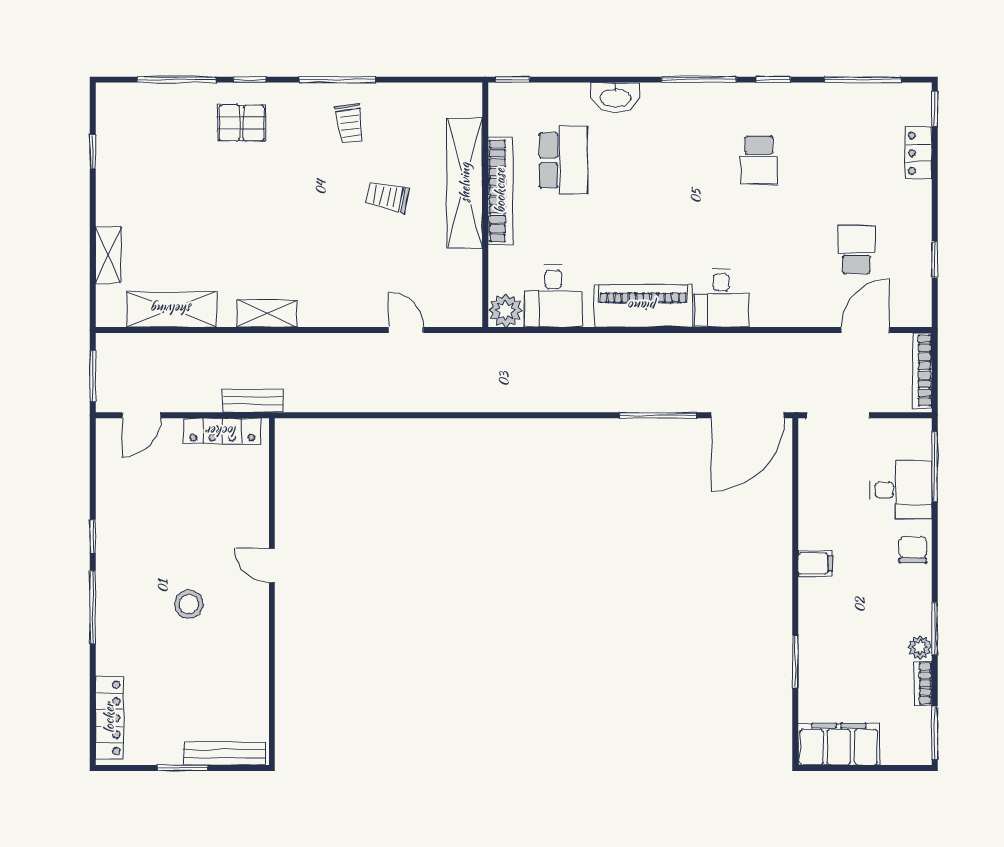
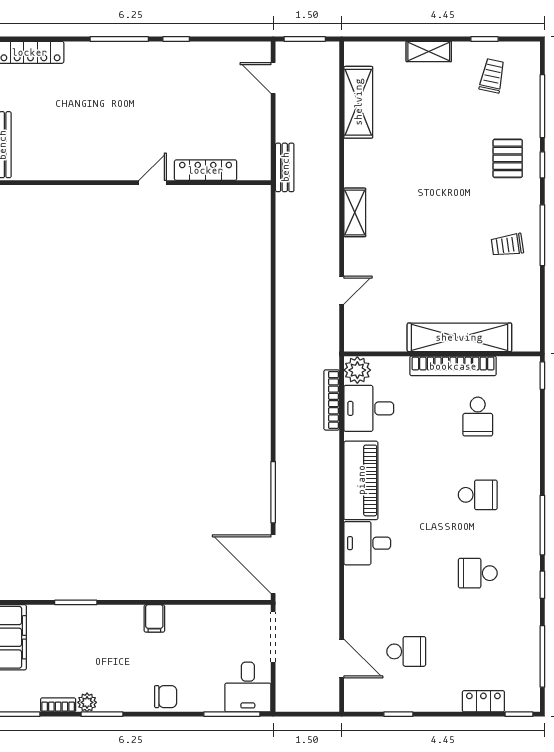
washbasin: (615, 97) -> (528, 458), removed
school desk: (564, 160) -> (478, 417), width x0.54
school desk: (661, 160) -> (478, 495), added
trolley: (387, 197) -> (492, 76), moved
shelving: (108, 255) -> (429, 52), moved
shelving: (267, 314) -> (355, 212), moved
bookcase: (922, 370) -> (332, 400), moved, turned -90
locker: (222, 431) -> (206, 170), moved, turned 90
desk: (901, 490) -> (248, 687), moved
stool: (189, 604) -> (122, 116), removed

